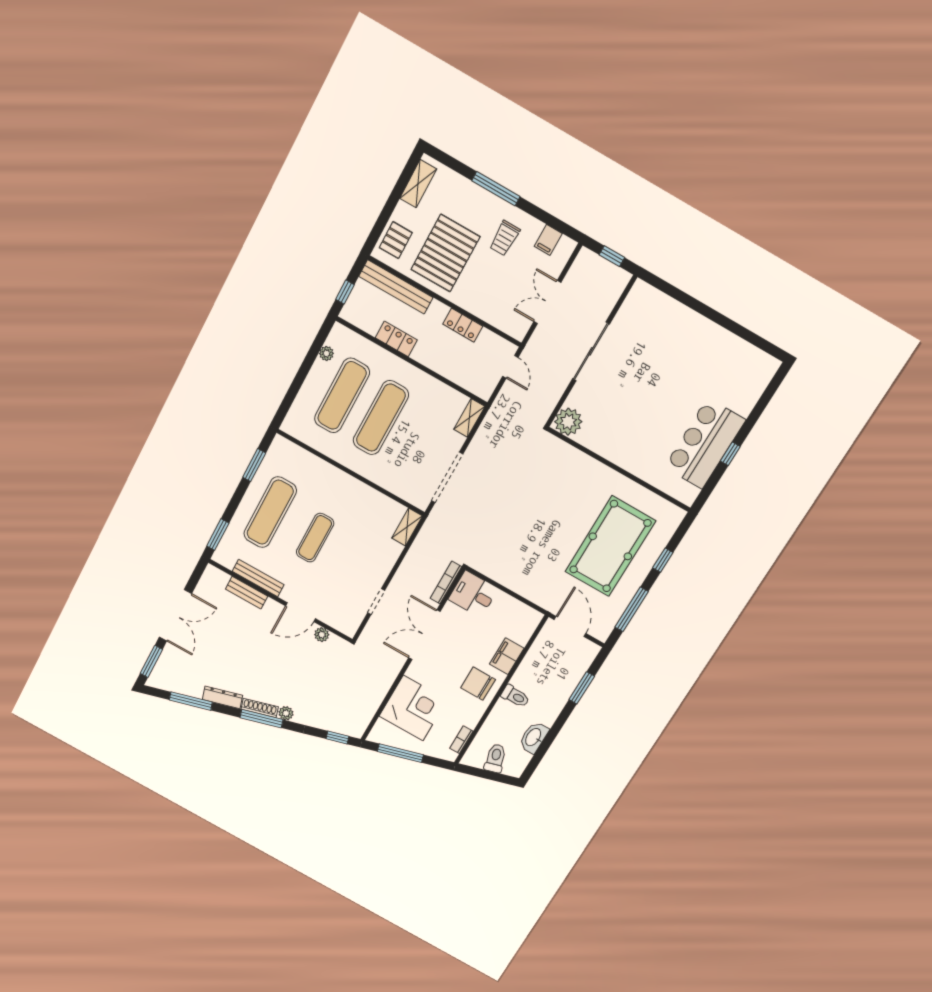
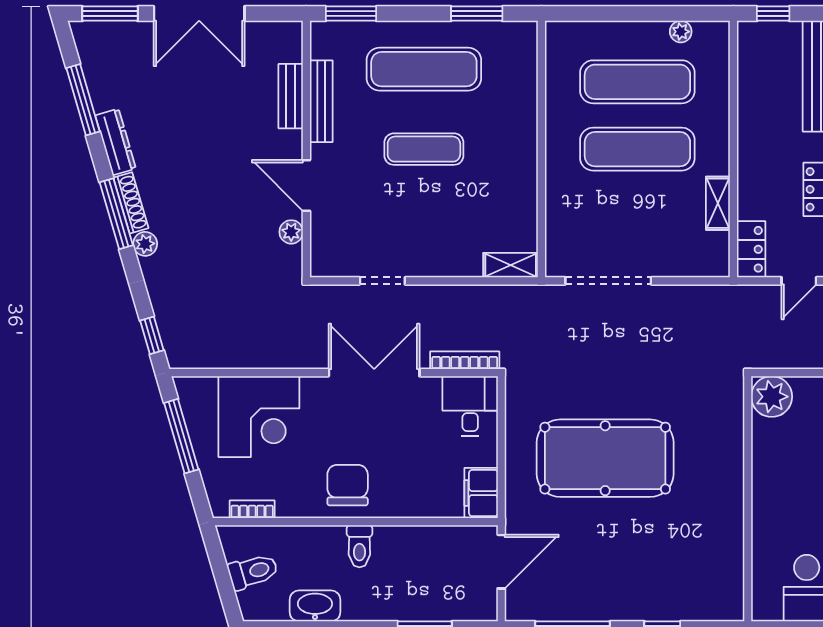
locker: (396, 339) -> (751, 249), moved
shelving: (469, 418) -> (718, 203), moved, turned 90
pool table: (610, 546) -> (605, 458), moved
filing cabinet: (507, 656) -> (481, 493), moved, turned -90

